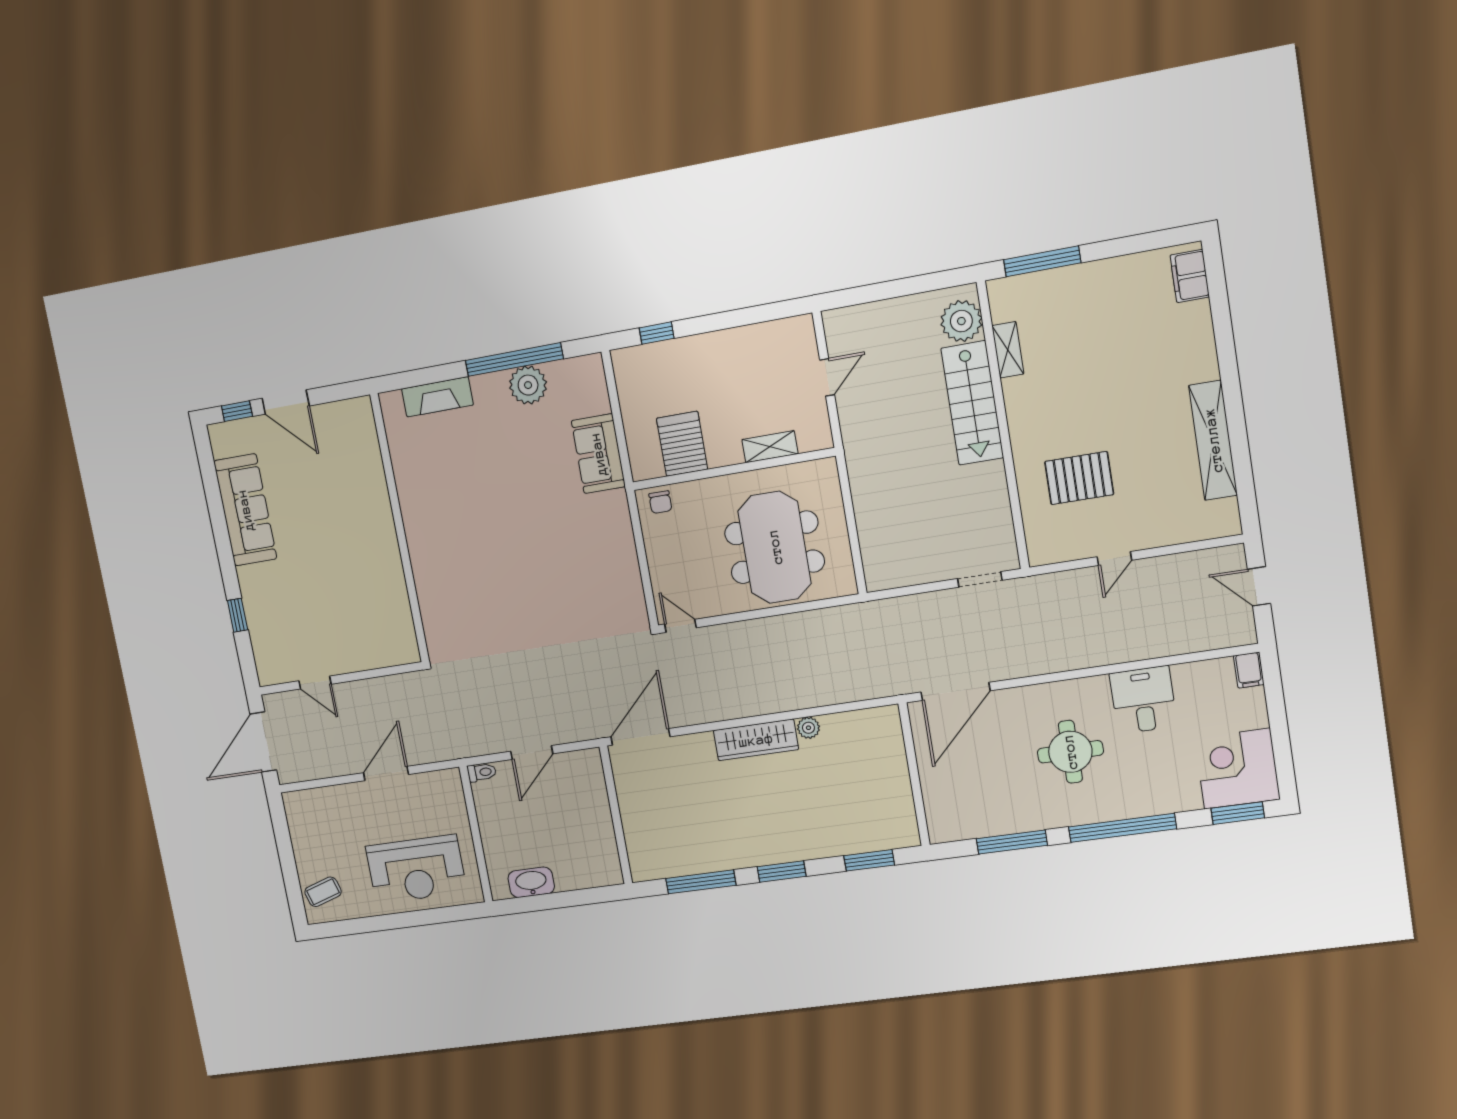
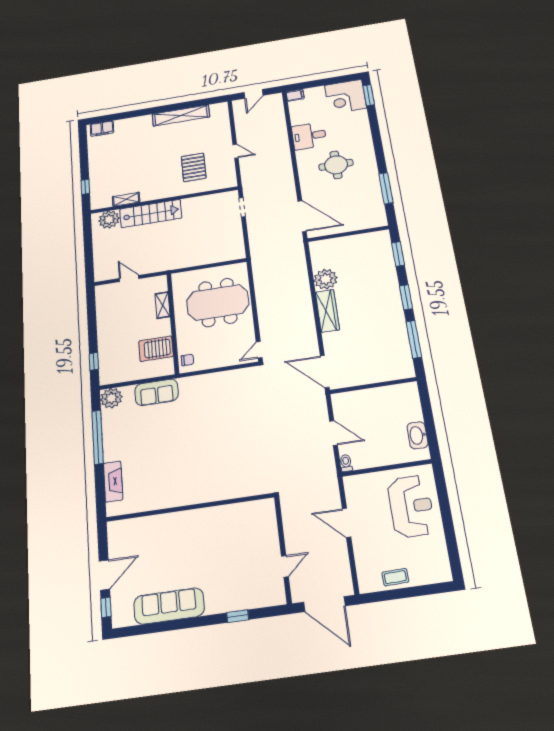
window: (1042, 261) -> (85, 187), width x0.46
plant: (528, 385) -> (111, 398), moved
plant: (808, 728) -> (326, 279), width x1.87, depth x1.87
window: (1122, 828) -> (377, 141), removed
coffee table: (323, 892) -> (395, 577), moved, turned -75

